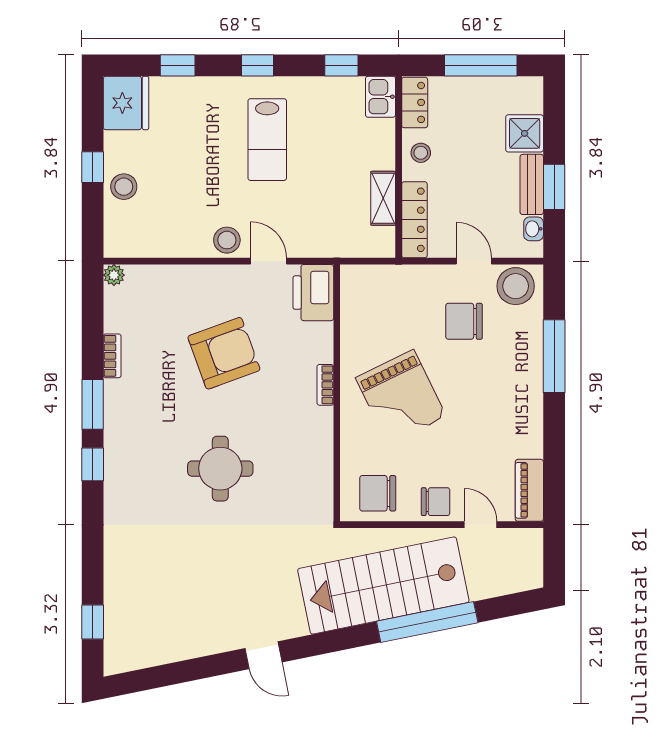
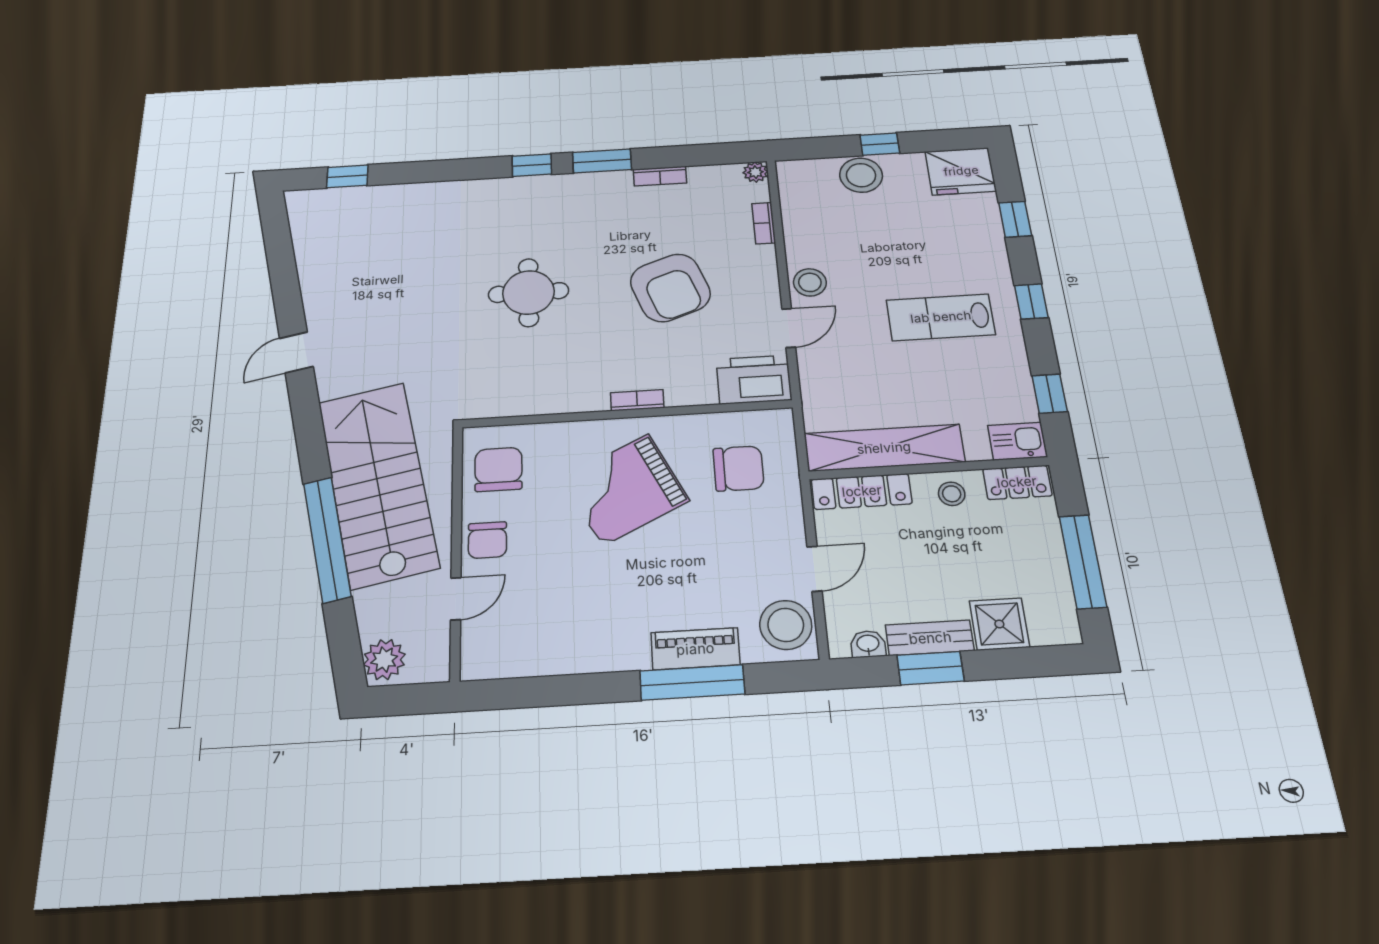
stool: (124, 187) -> (861, 175), width x1.38, depth x1.38
shelving: (383, 198) -> (884, 448), width x2.20, depth x1.33
bookcase: (166, 273) -> (764, 223), added
chair: (464, 321) -> (738, 468), moved, turned 90
piano: (529, 490) -> (695, 649), moved
plant: (524, 576) -> (384, 660), added

